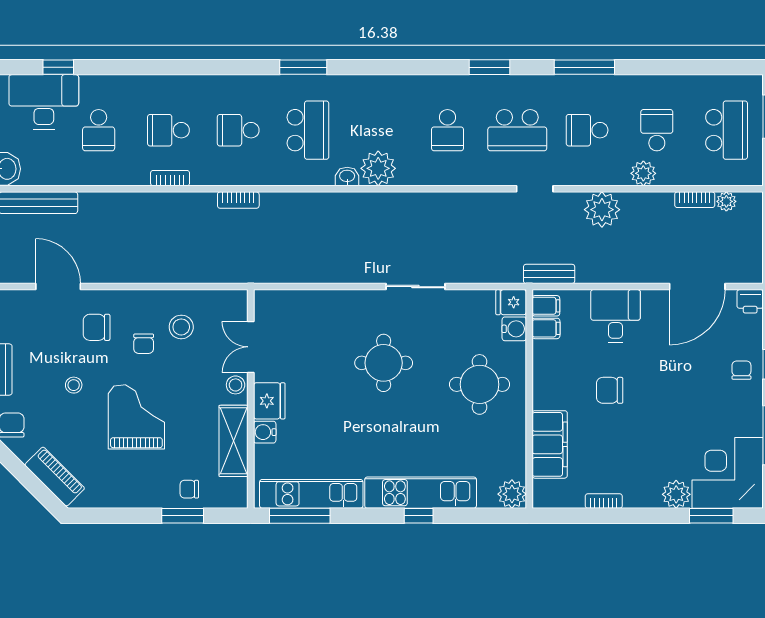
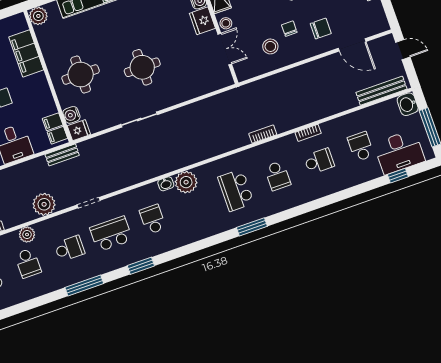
school desk: (238, 130) -> (277, 176), turned 90
washbasin: (347, 176) -> (166, 184), moved

